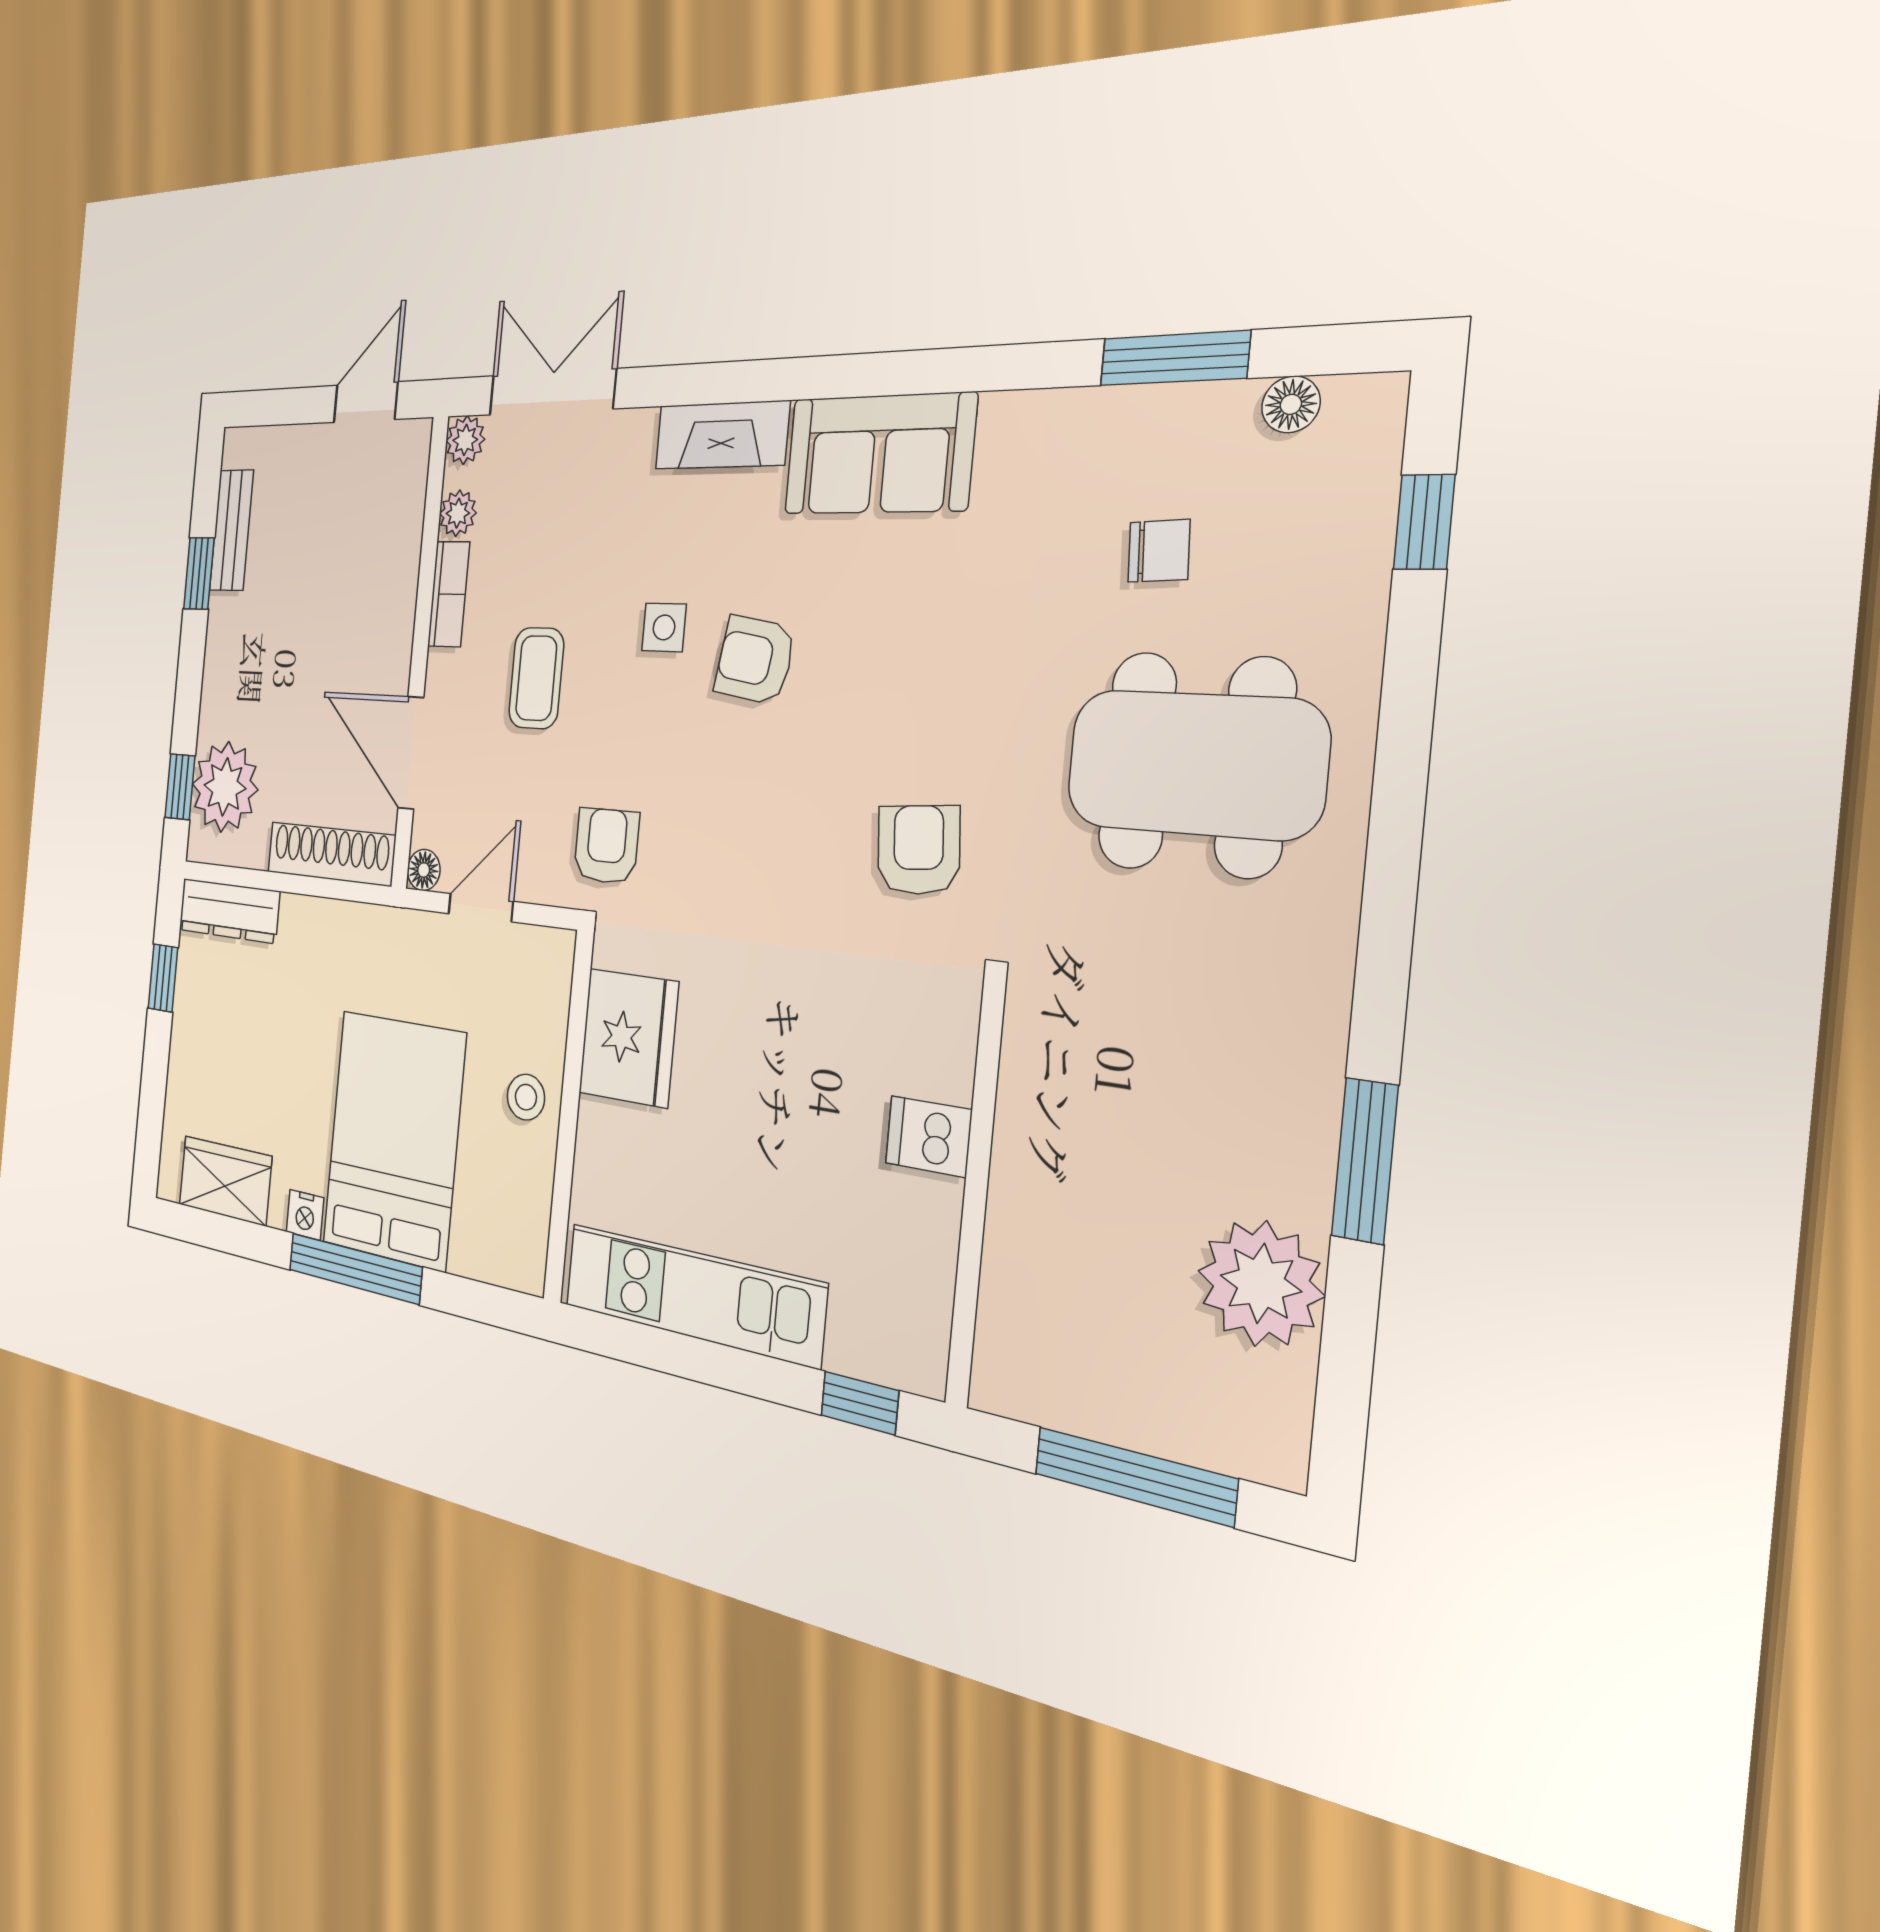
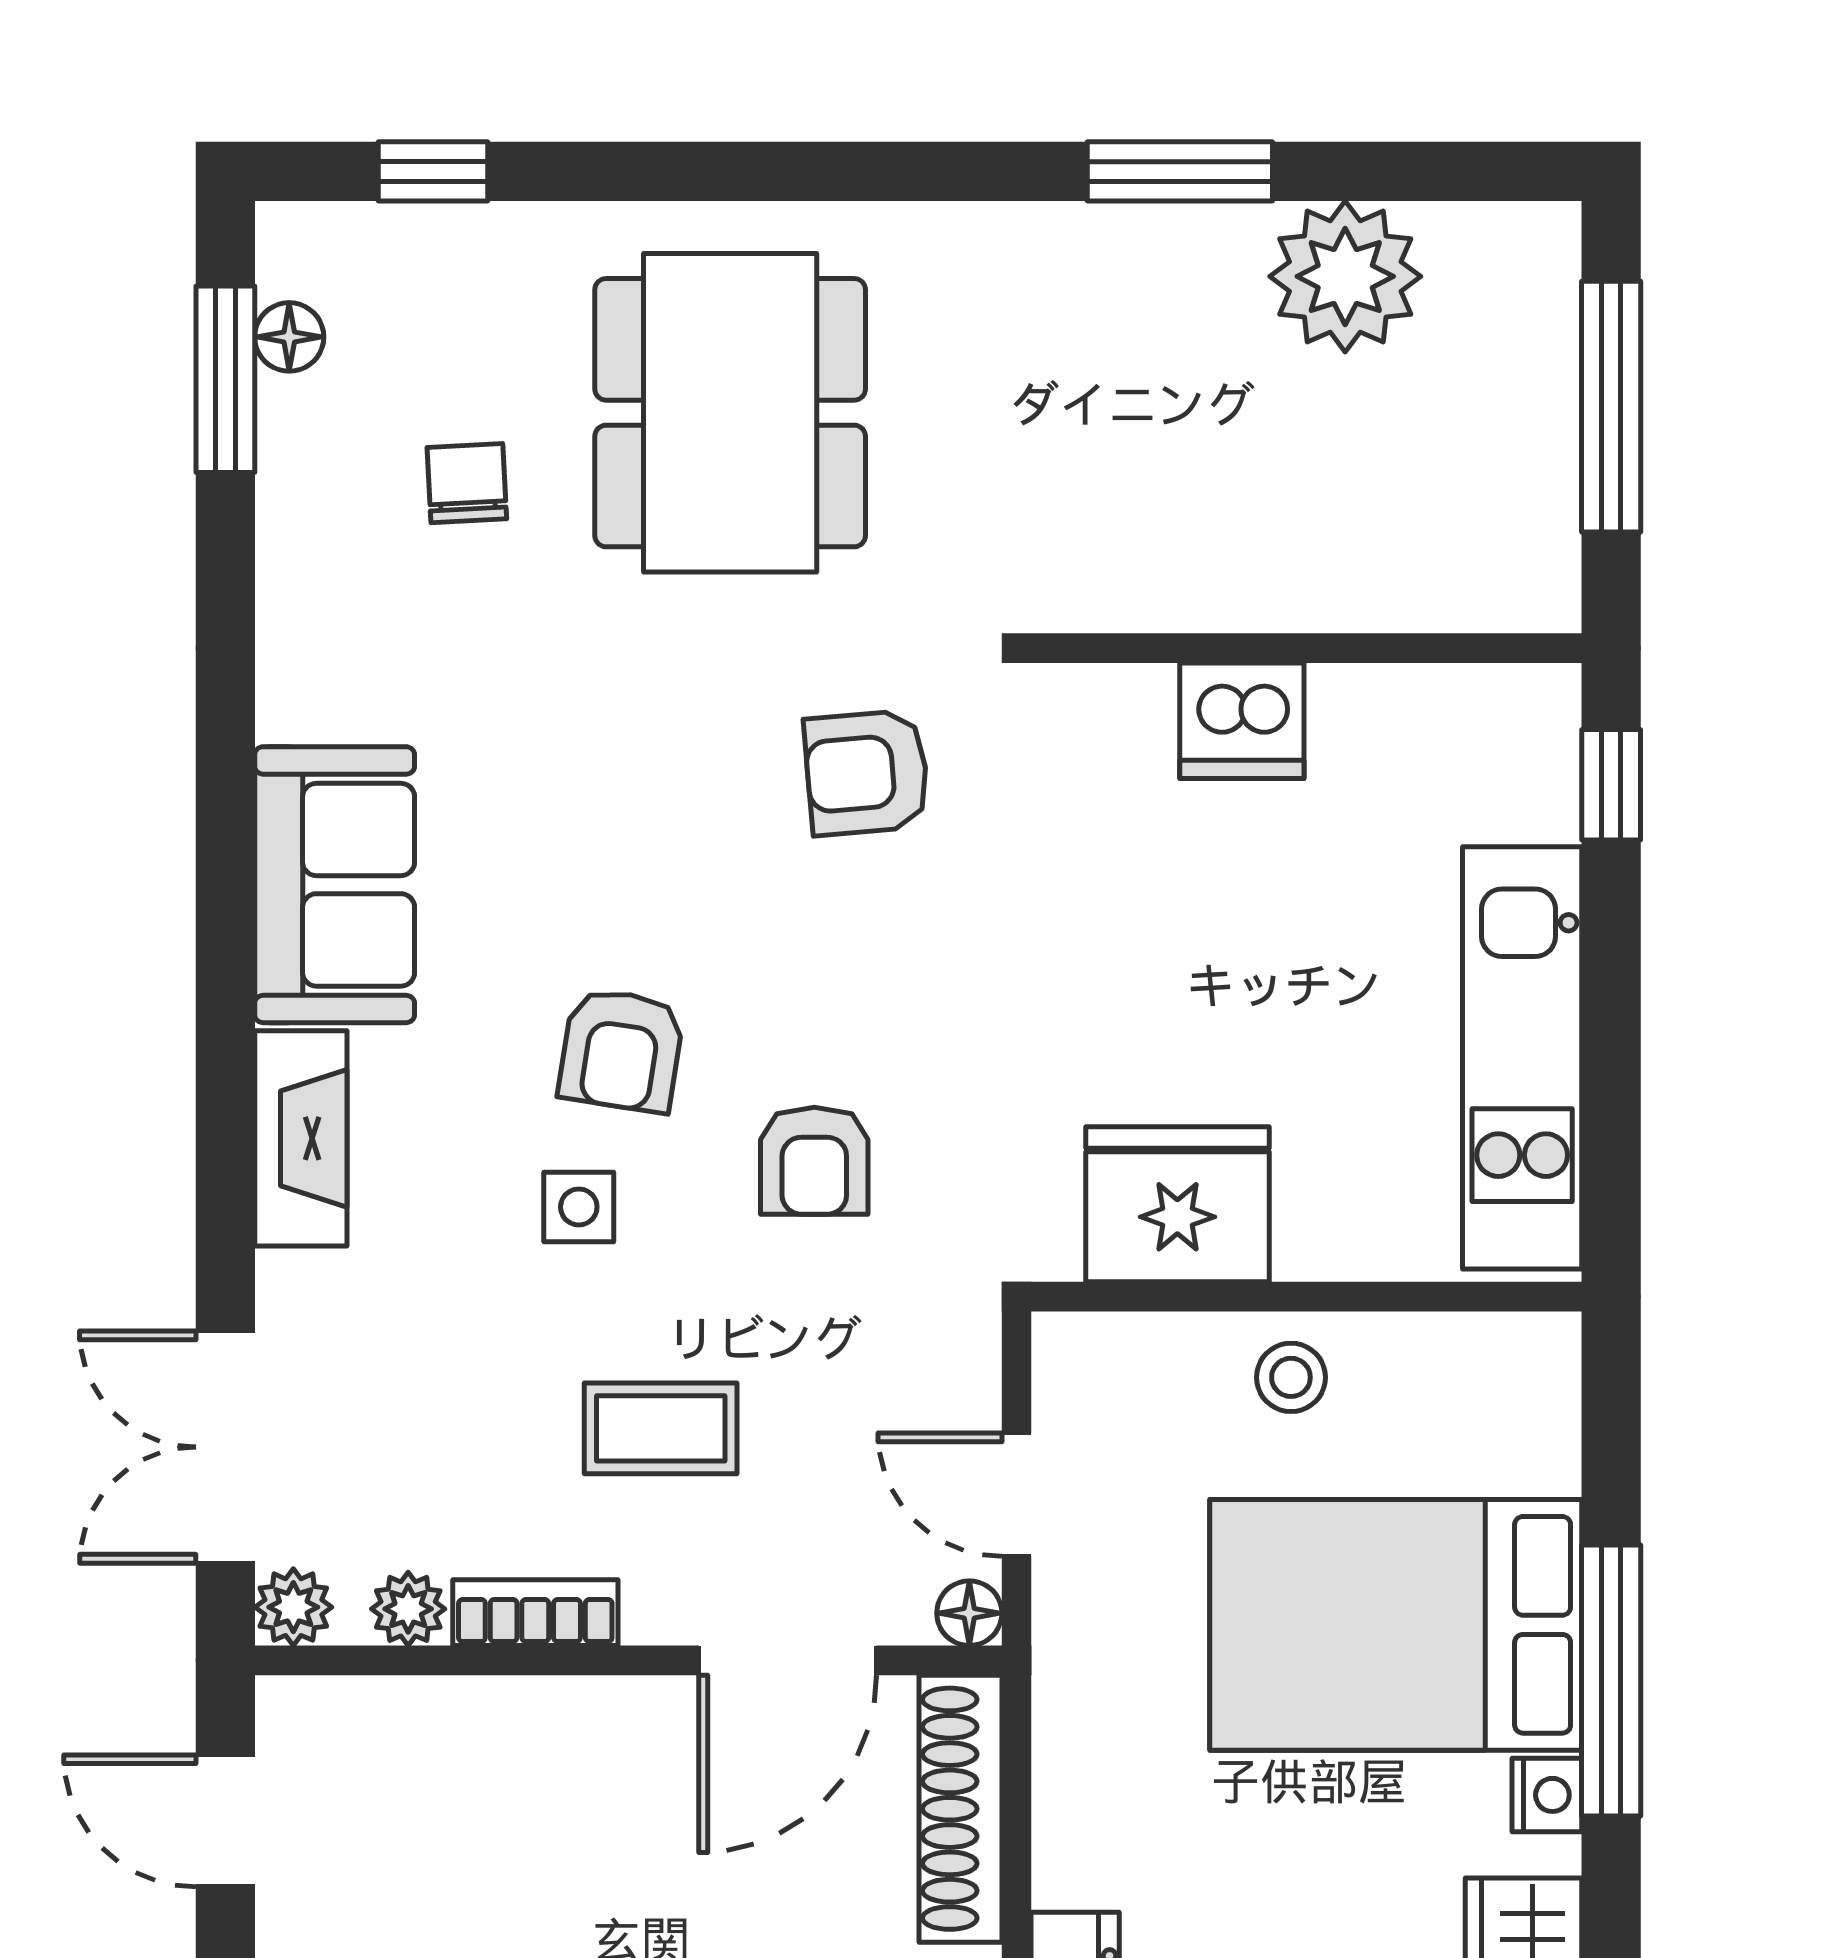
window: (1174, 358) -> (225, 379), moved
armchair: (606, 846) -> (814, 1161), moved, turned -90
dishwasher: (929, 1136) -> (1242, 721), width x1.38

